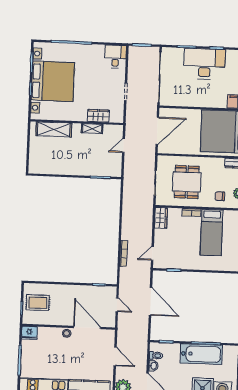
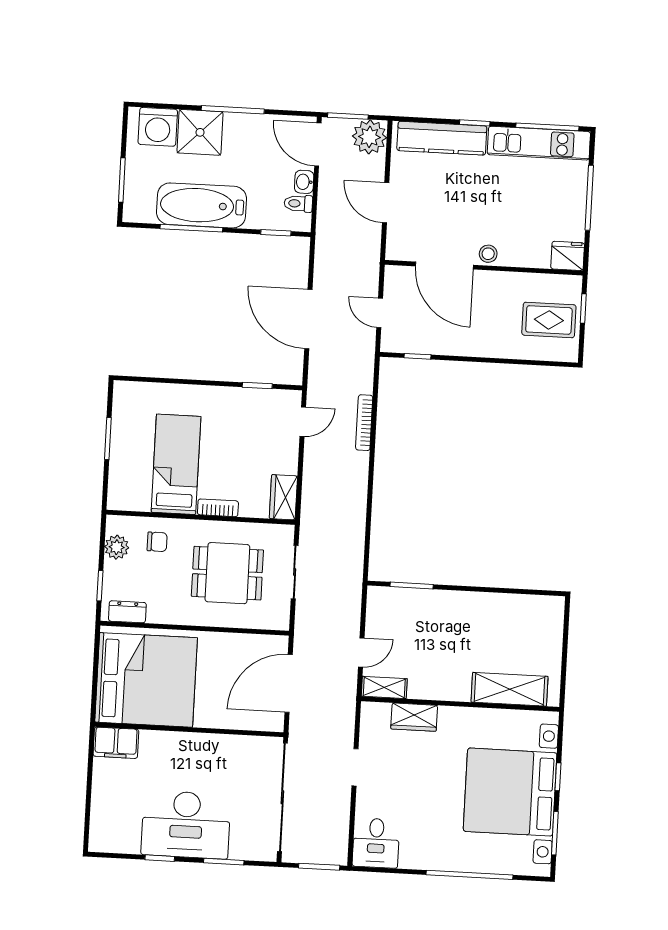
shelving: (92, 129) -> (384, 687), moved
dining table: (187, 182) -> (227, 573), turned 90

